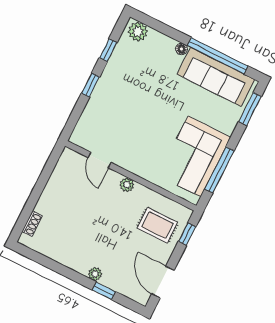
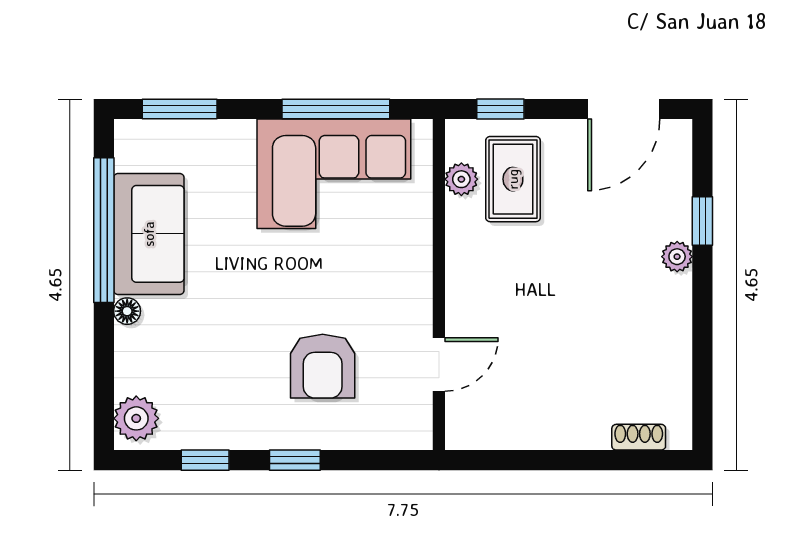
sofa: (216, 77) -> (149, 234), width x0.73
armchair: (122, 114) -> (323, 366), added
plant: (127, 185) -> (461, 179), moved

